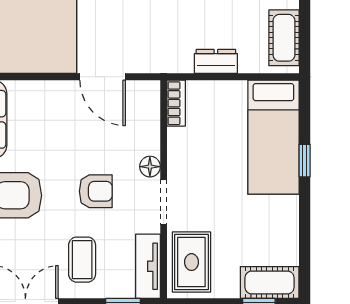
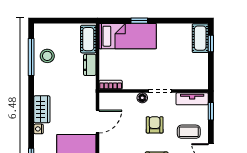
cot: (284, 38) -> (88, 39), moved, turned 90
rug: (191, 262) -> (190, 77), removed

